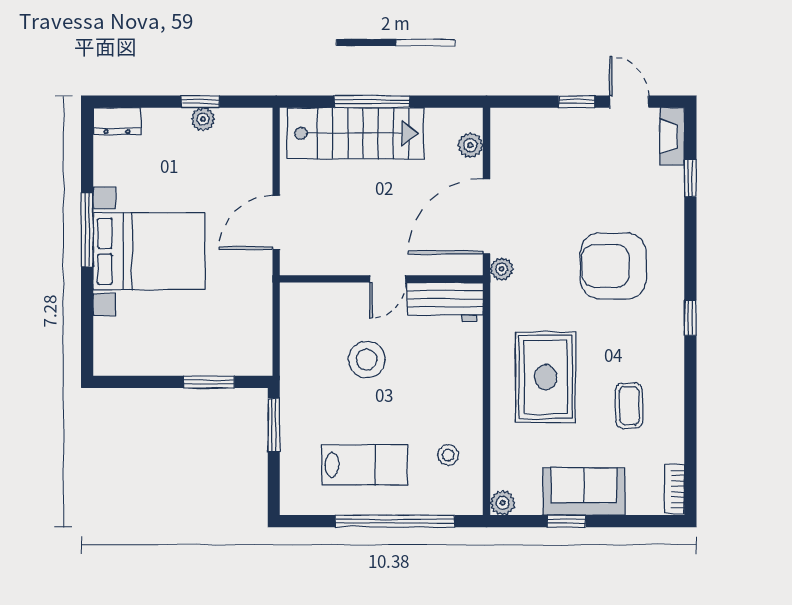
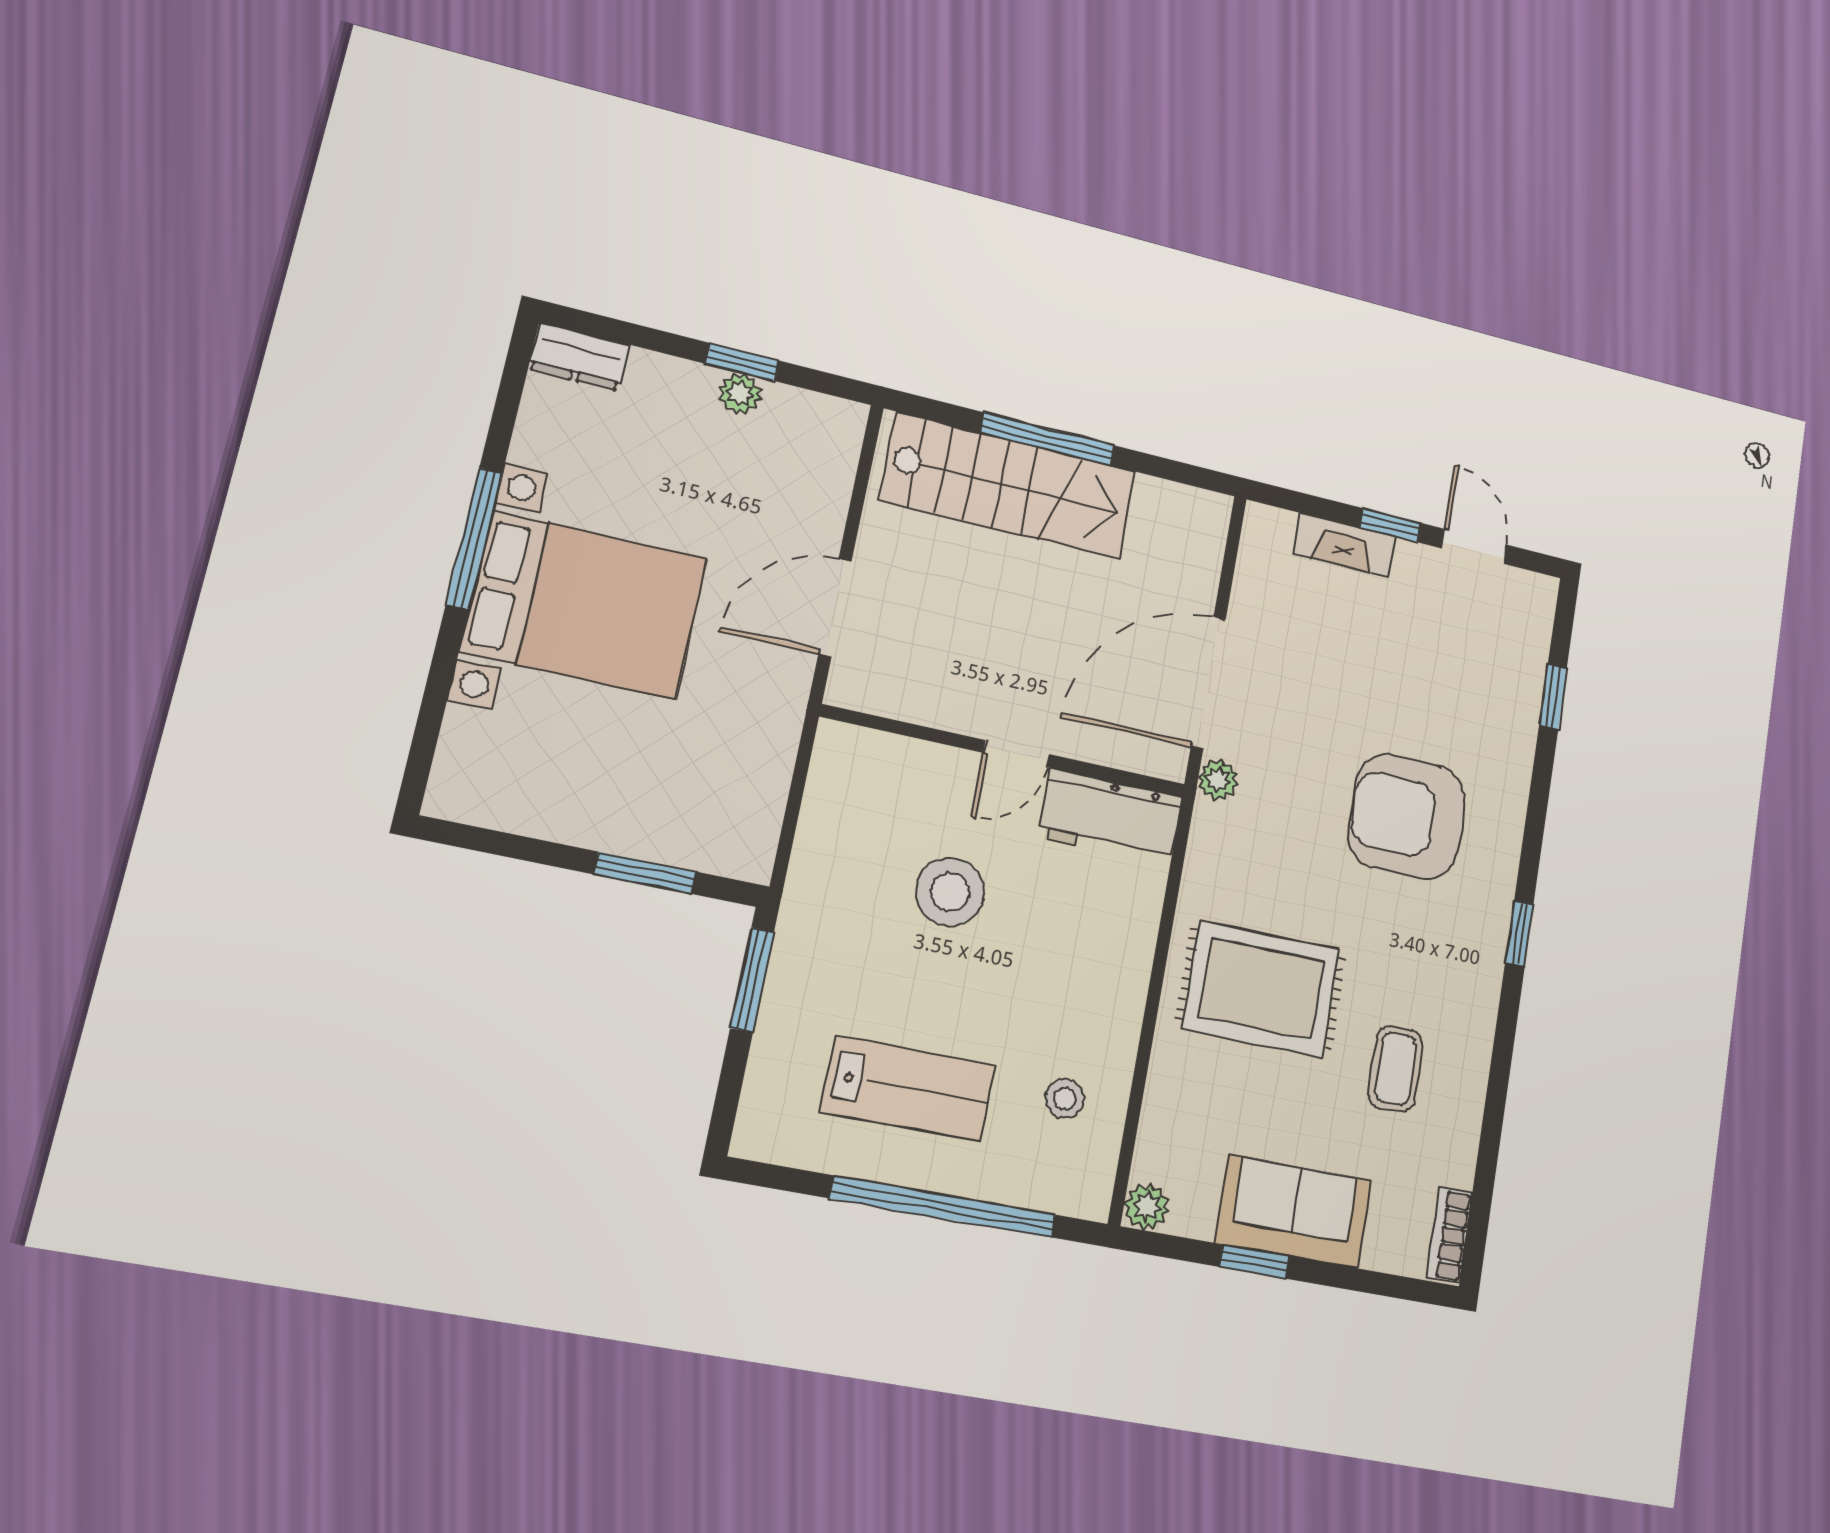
fireplace: (672, 137) -> (1344, 545), moved, turned -90
plant: (470, 145) -> (1202, 554), removed
rug: (546, 377) -> (1261, 989), turned 90

